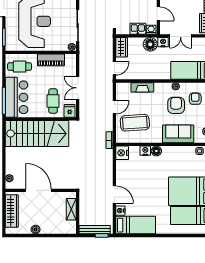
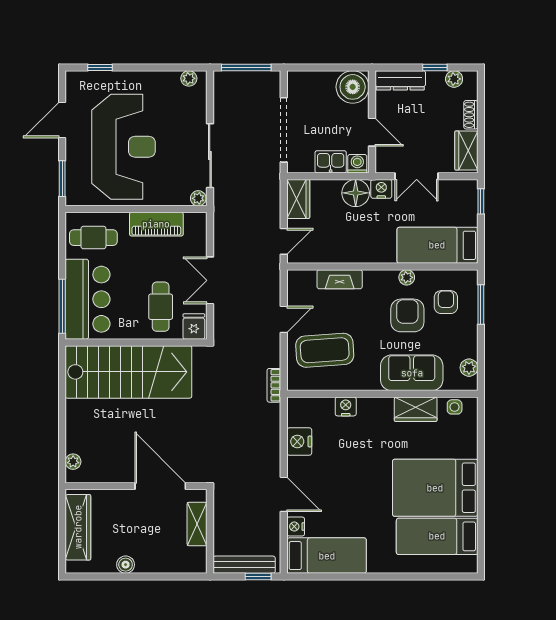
floor lamp: (156, 151) -> (368, 407), removed
wardrobe: (180, 152) -> (416, 409), added
nightstand: (122, 153) -> (299, 441), moved
door: (39, 190) -> (160, 486), moved

